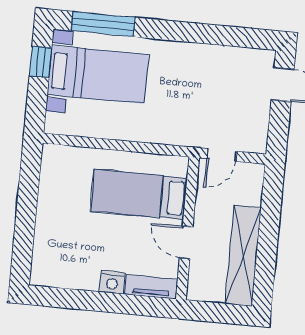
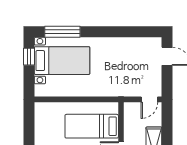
door: (222, 155) -> (149, 99), moved

